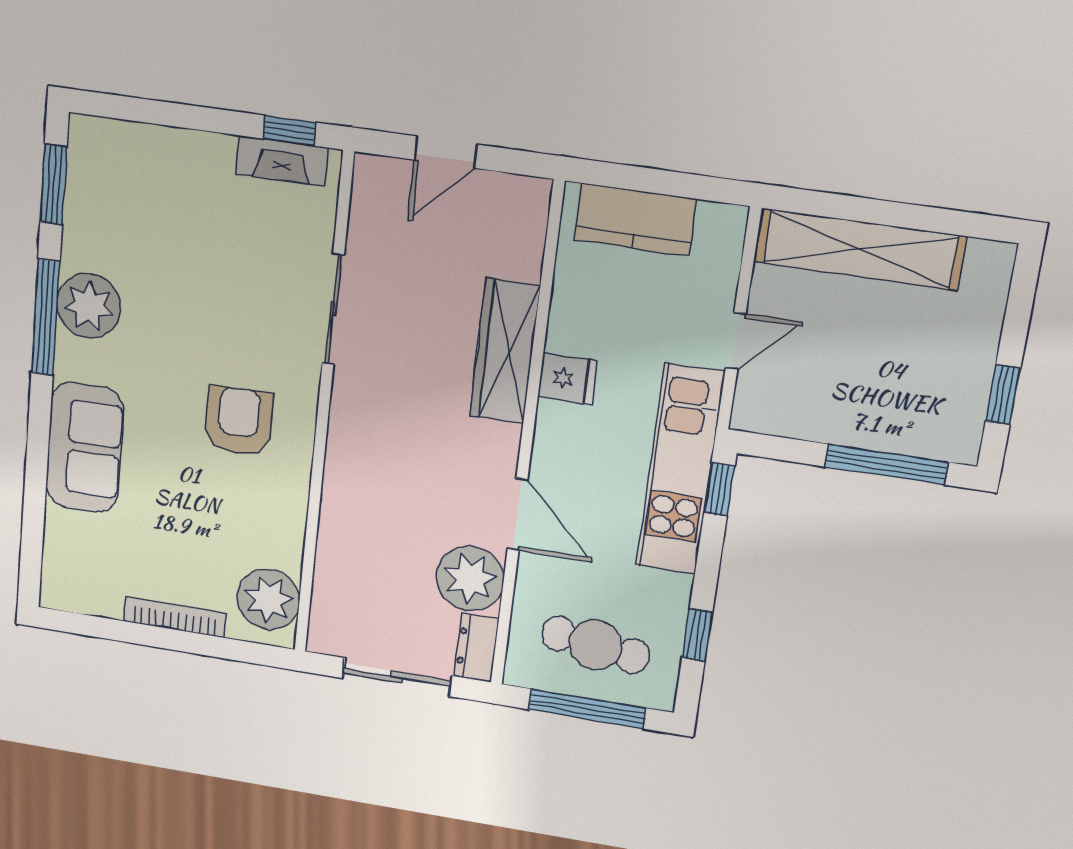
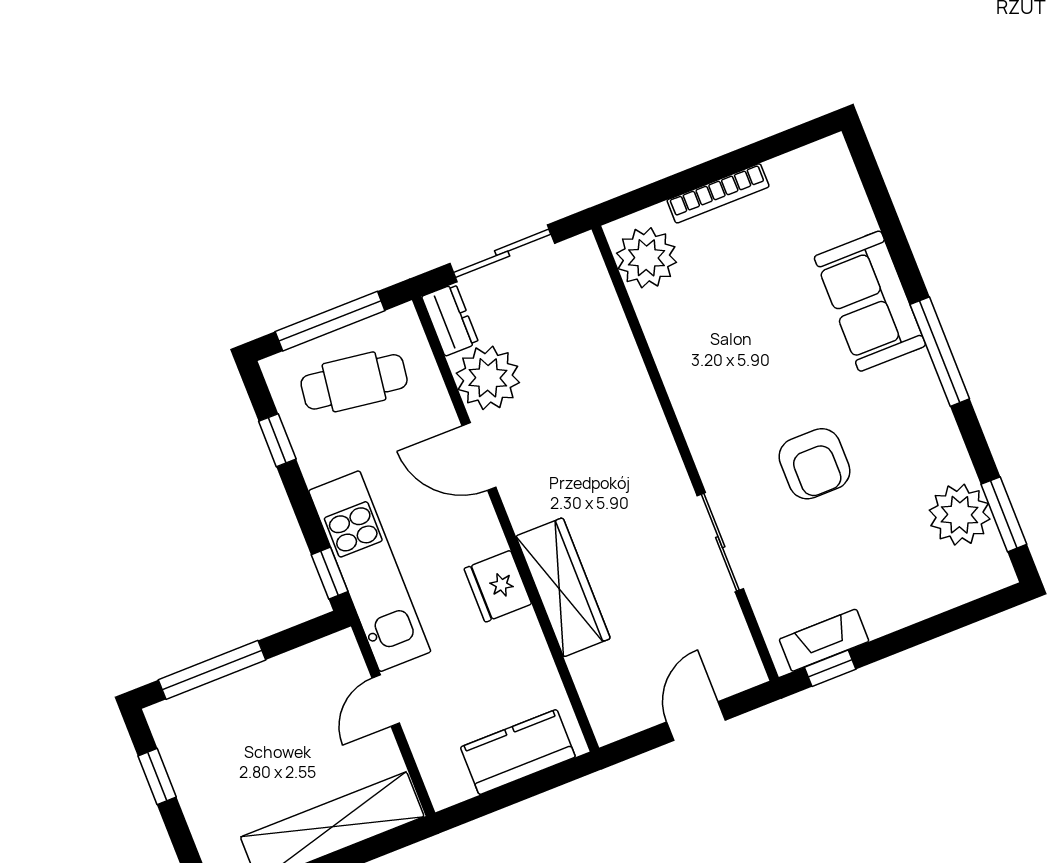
plant: (89, 306) -> (960, 515), moved
window: (46, 317) -> (940, 352), moved
fridge: (567, 379) -> (498, 586), width x1.38
armchair: (239, 421) -> (814, 464), moved

